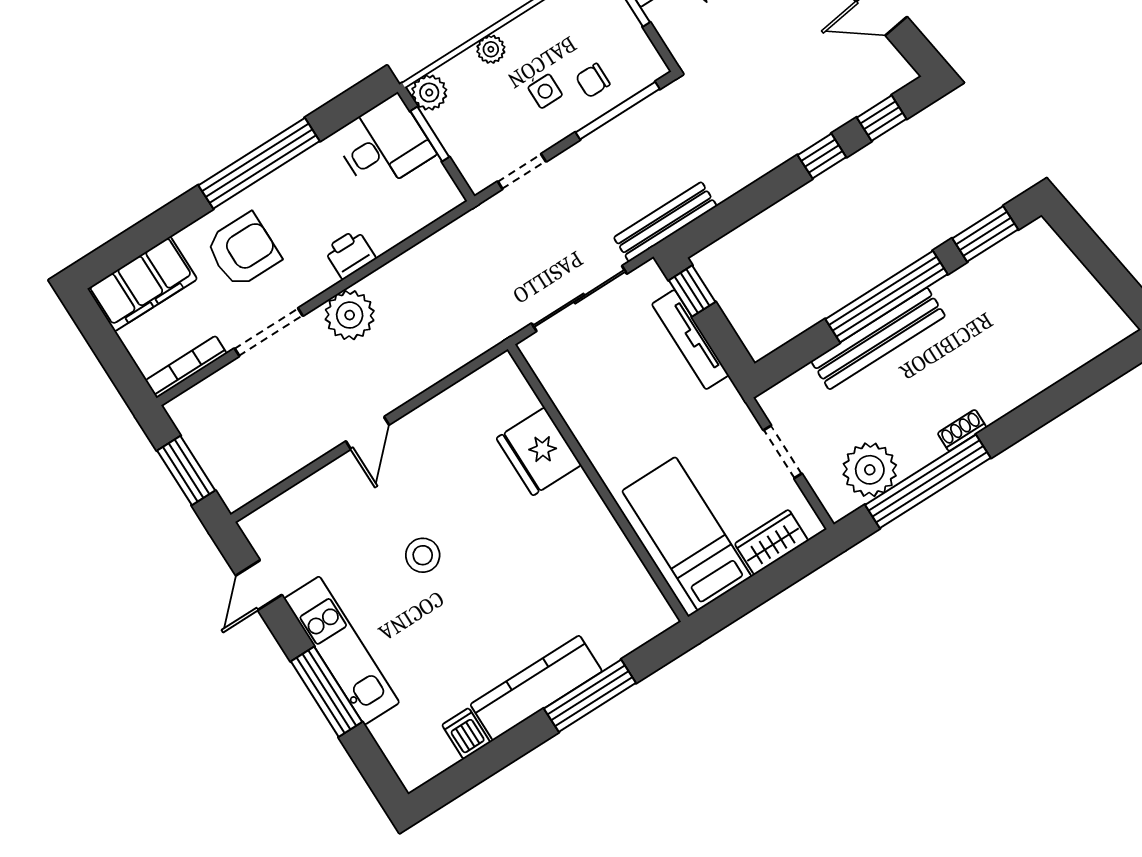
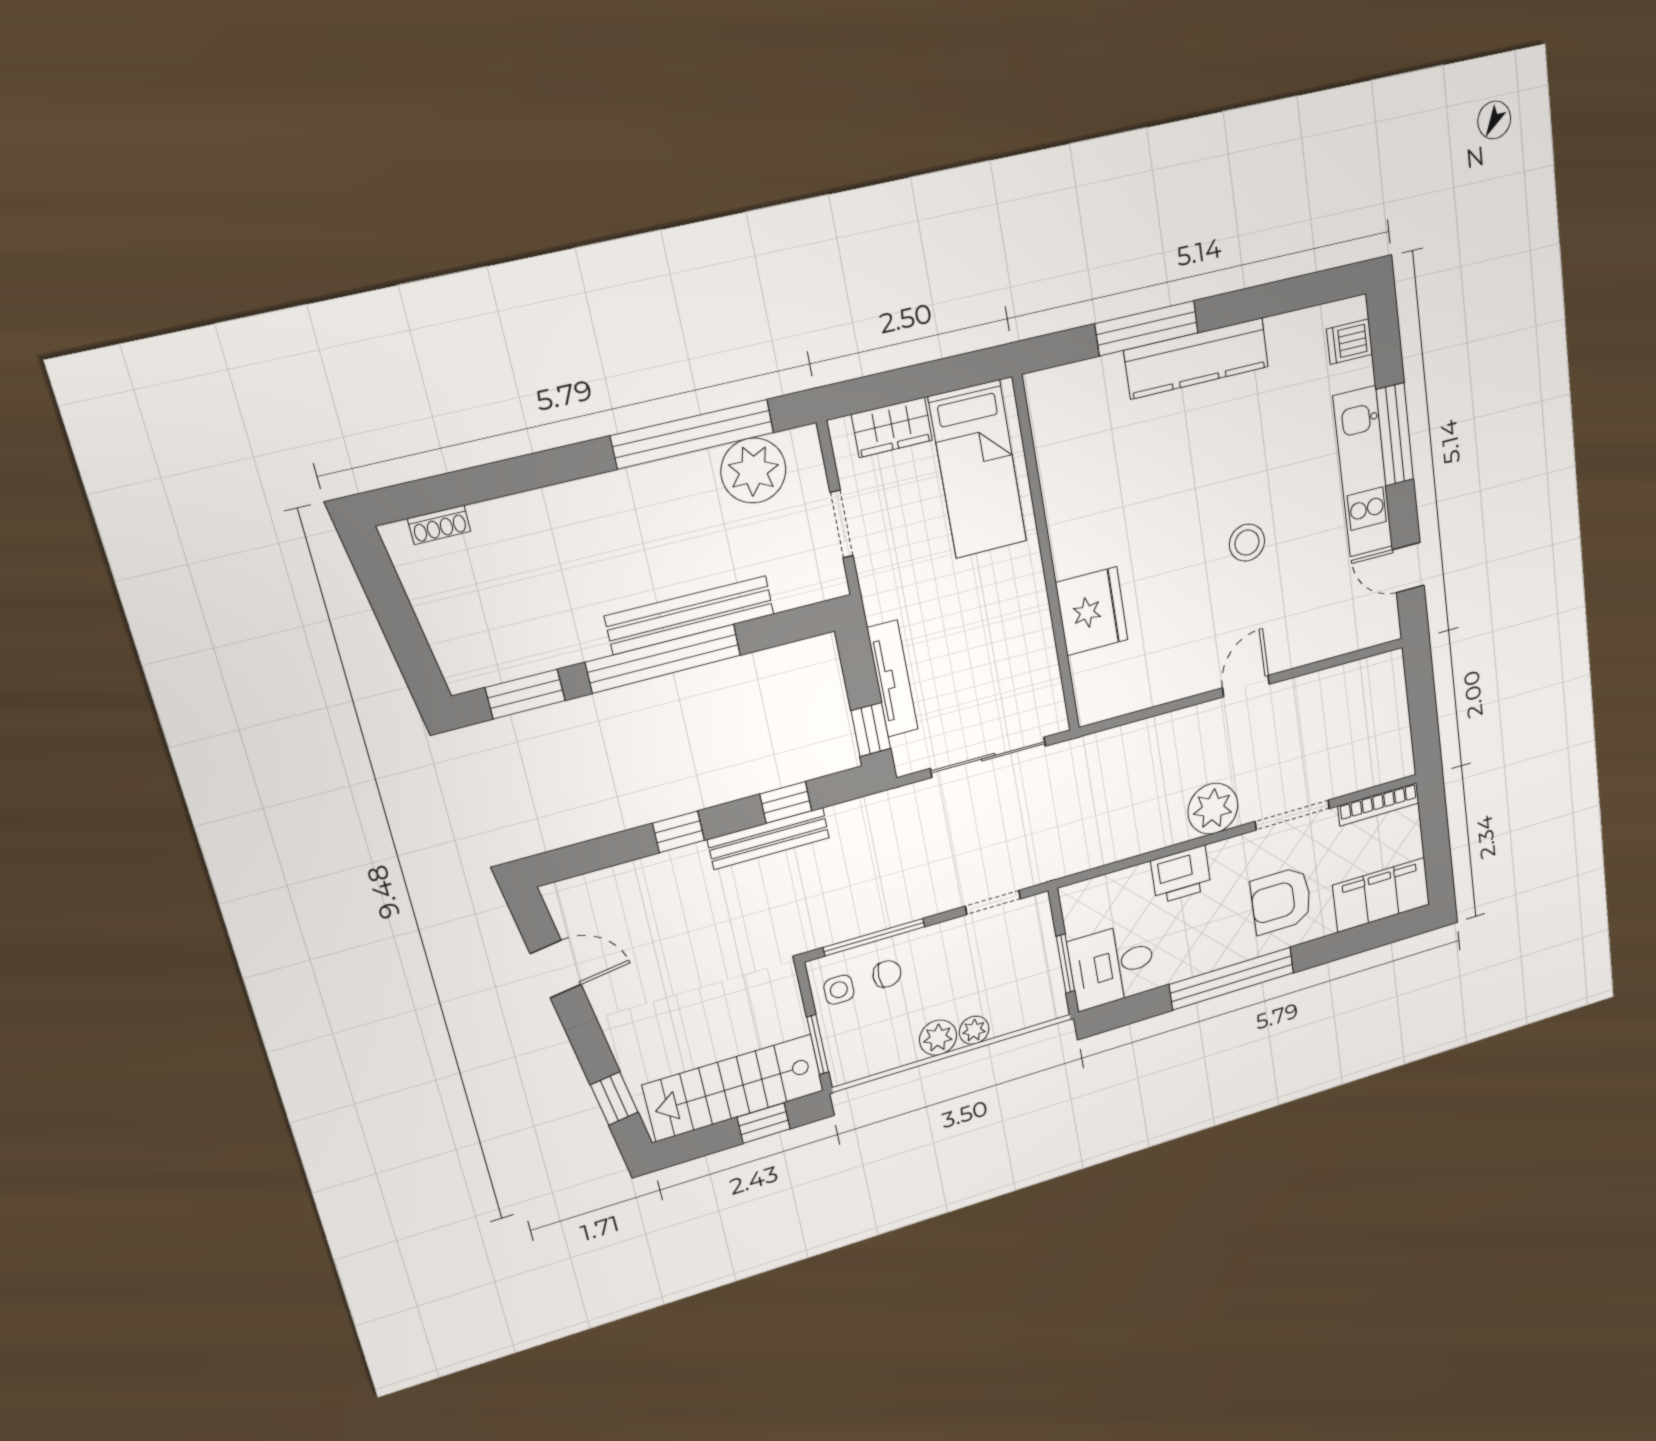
side table: (545, 91) -> (839, 990), moved
plant: (429, 93) -> (938, 1038), moved
window: (882, 118) -> (786, 802), moved
bench: (665, 222) -> (769, 839), moved
printer: (350, 254) -> (1181, 875), width x1.36, depth x1.24
shoe rack: (962, 430) -> (439, 525), moved
window: (186, 471) -> (1422, 704), removed
door: (259, 585) -> (1408, 568), swing flipped
dishwasher: (466, 734) -> (1350, 342), moved, turned 90

